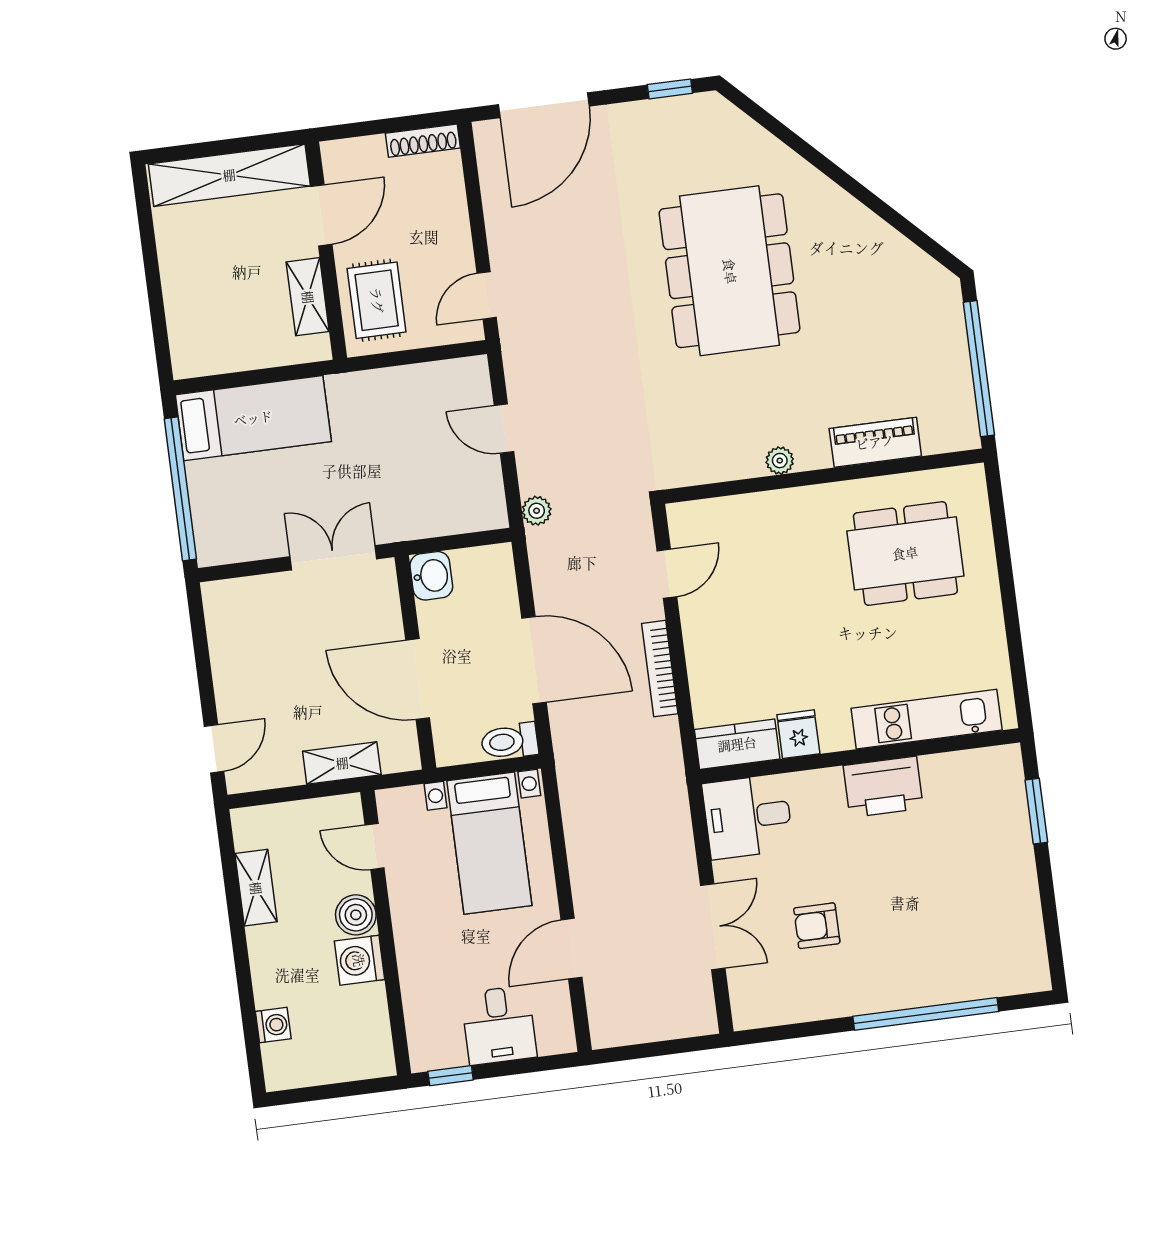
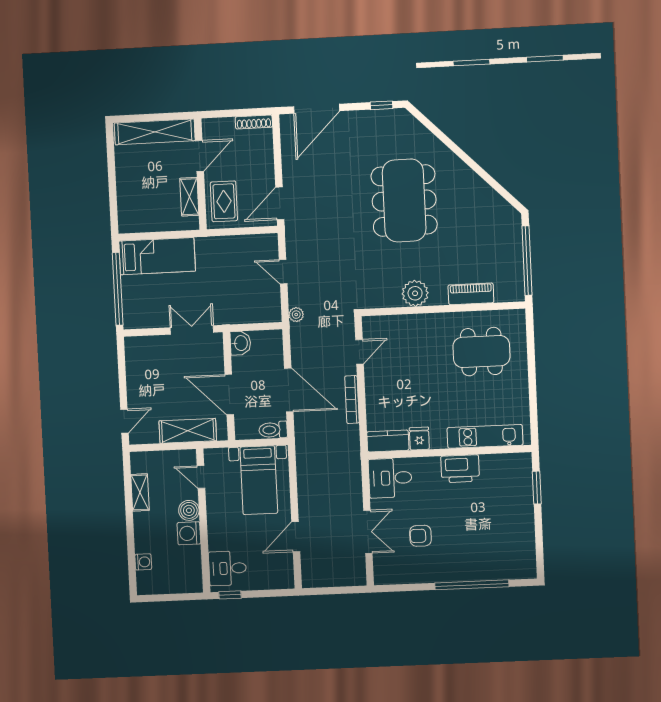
door: (487, 295) -> (280, 203), width x1.38
plant: (780, 461) -> (415, 293), width x1.87, depth x1.87
shelving: (342, 763) -> (188, 431), width x1.50, depth x1.33
desk: (499, 1025) -> (228, 568), moved, turned 90

